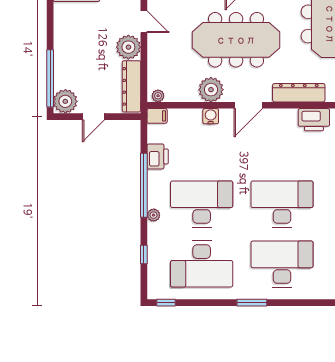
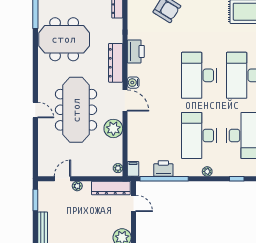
plant: (128, 47) -> (77, 186), width x0.53, depth x0.53
water cooler: (211, 116) -> (133, 83), moved
door: (93, 117) -> (133, 203), moved
window: (144, 185) -> (164, 179), moved

